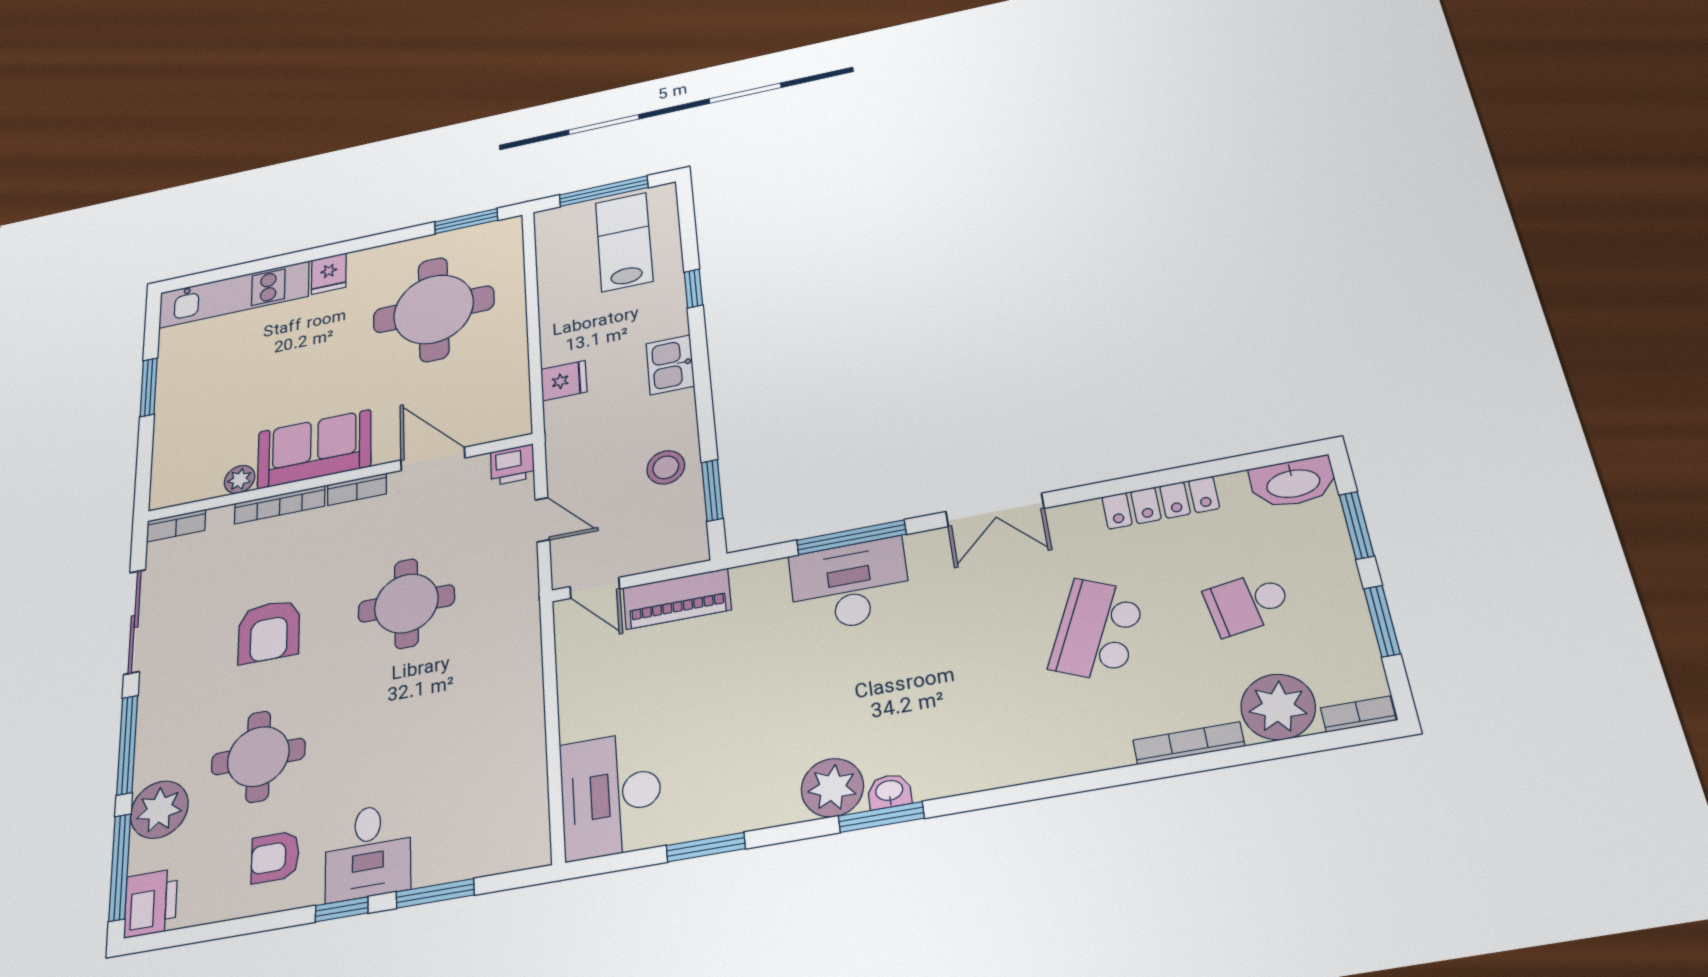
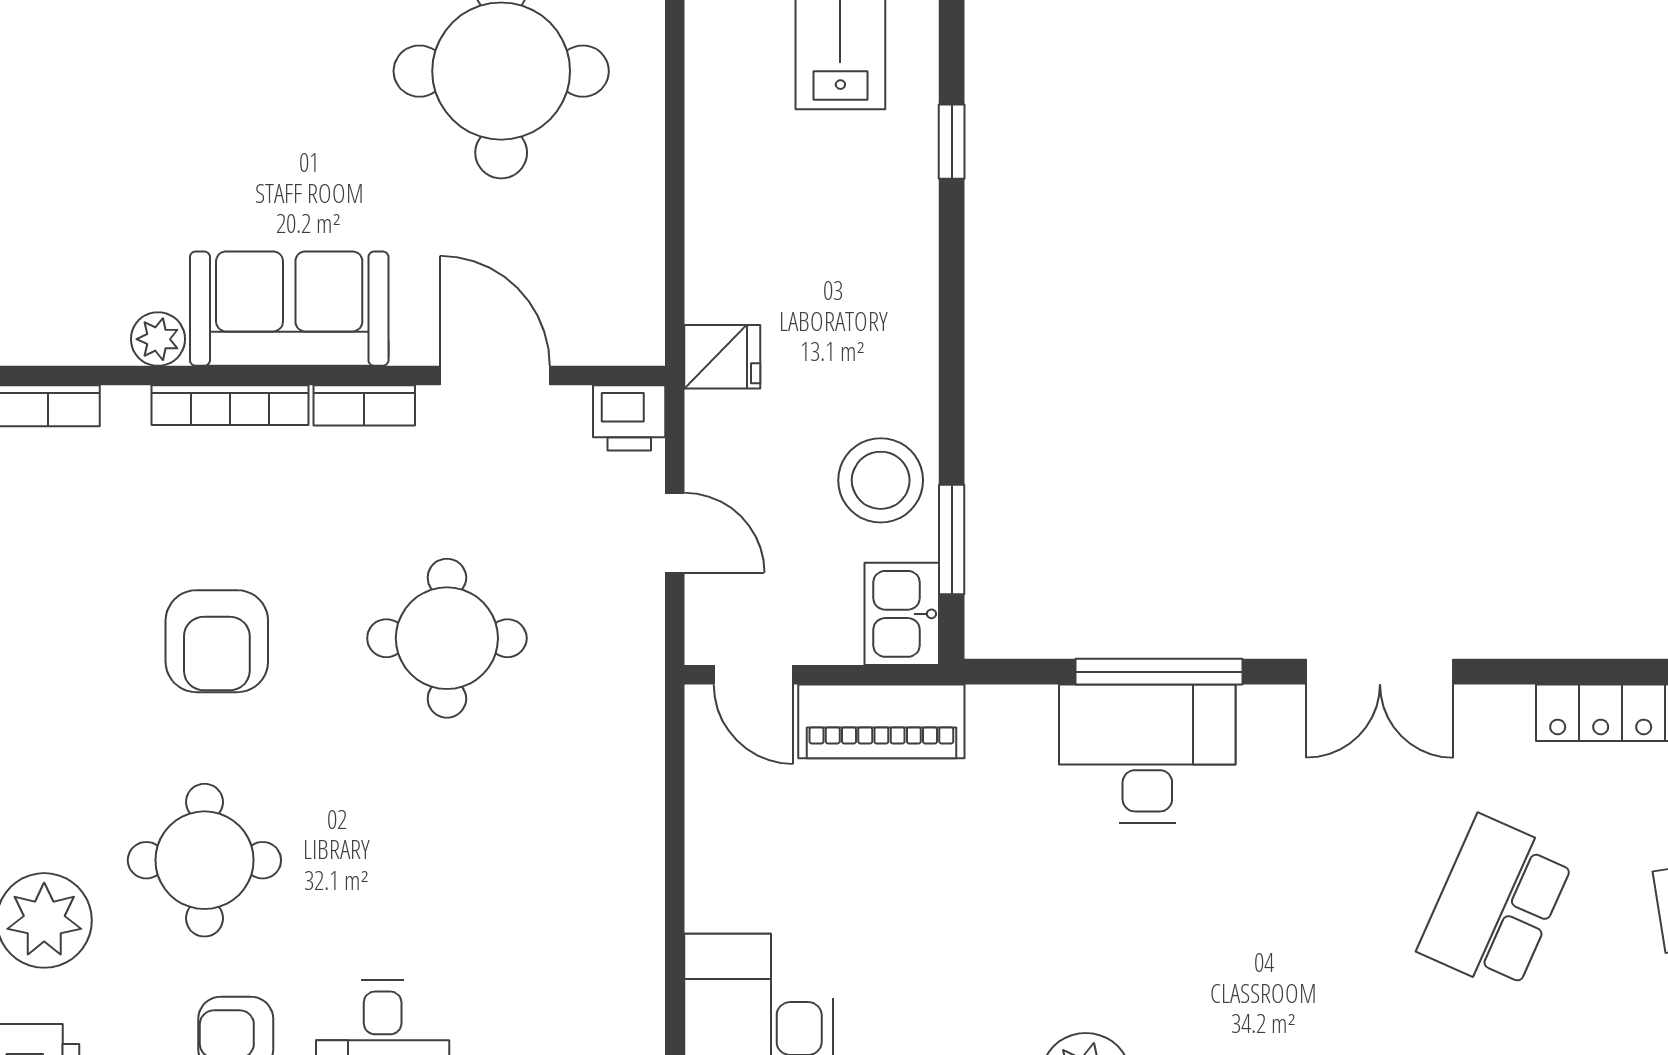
kitchen sink: (670, 365) -> (902, 614), moved
fridge: (564, 381) -> (722, 357), moved
stool: (666, 467) -> (881, 480), width x1.38, depth x1.38

